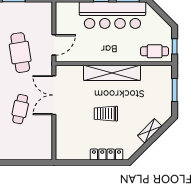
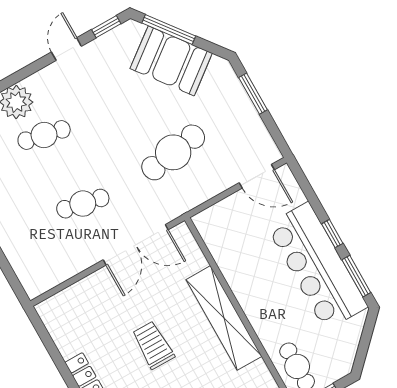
door: (54, 45) -> (257, 176), moved
double door: (54, 95) -> (136, 245), swing flipped

